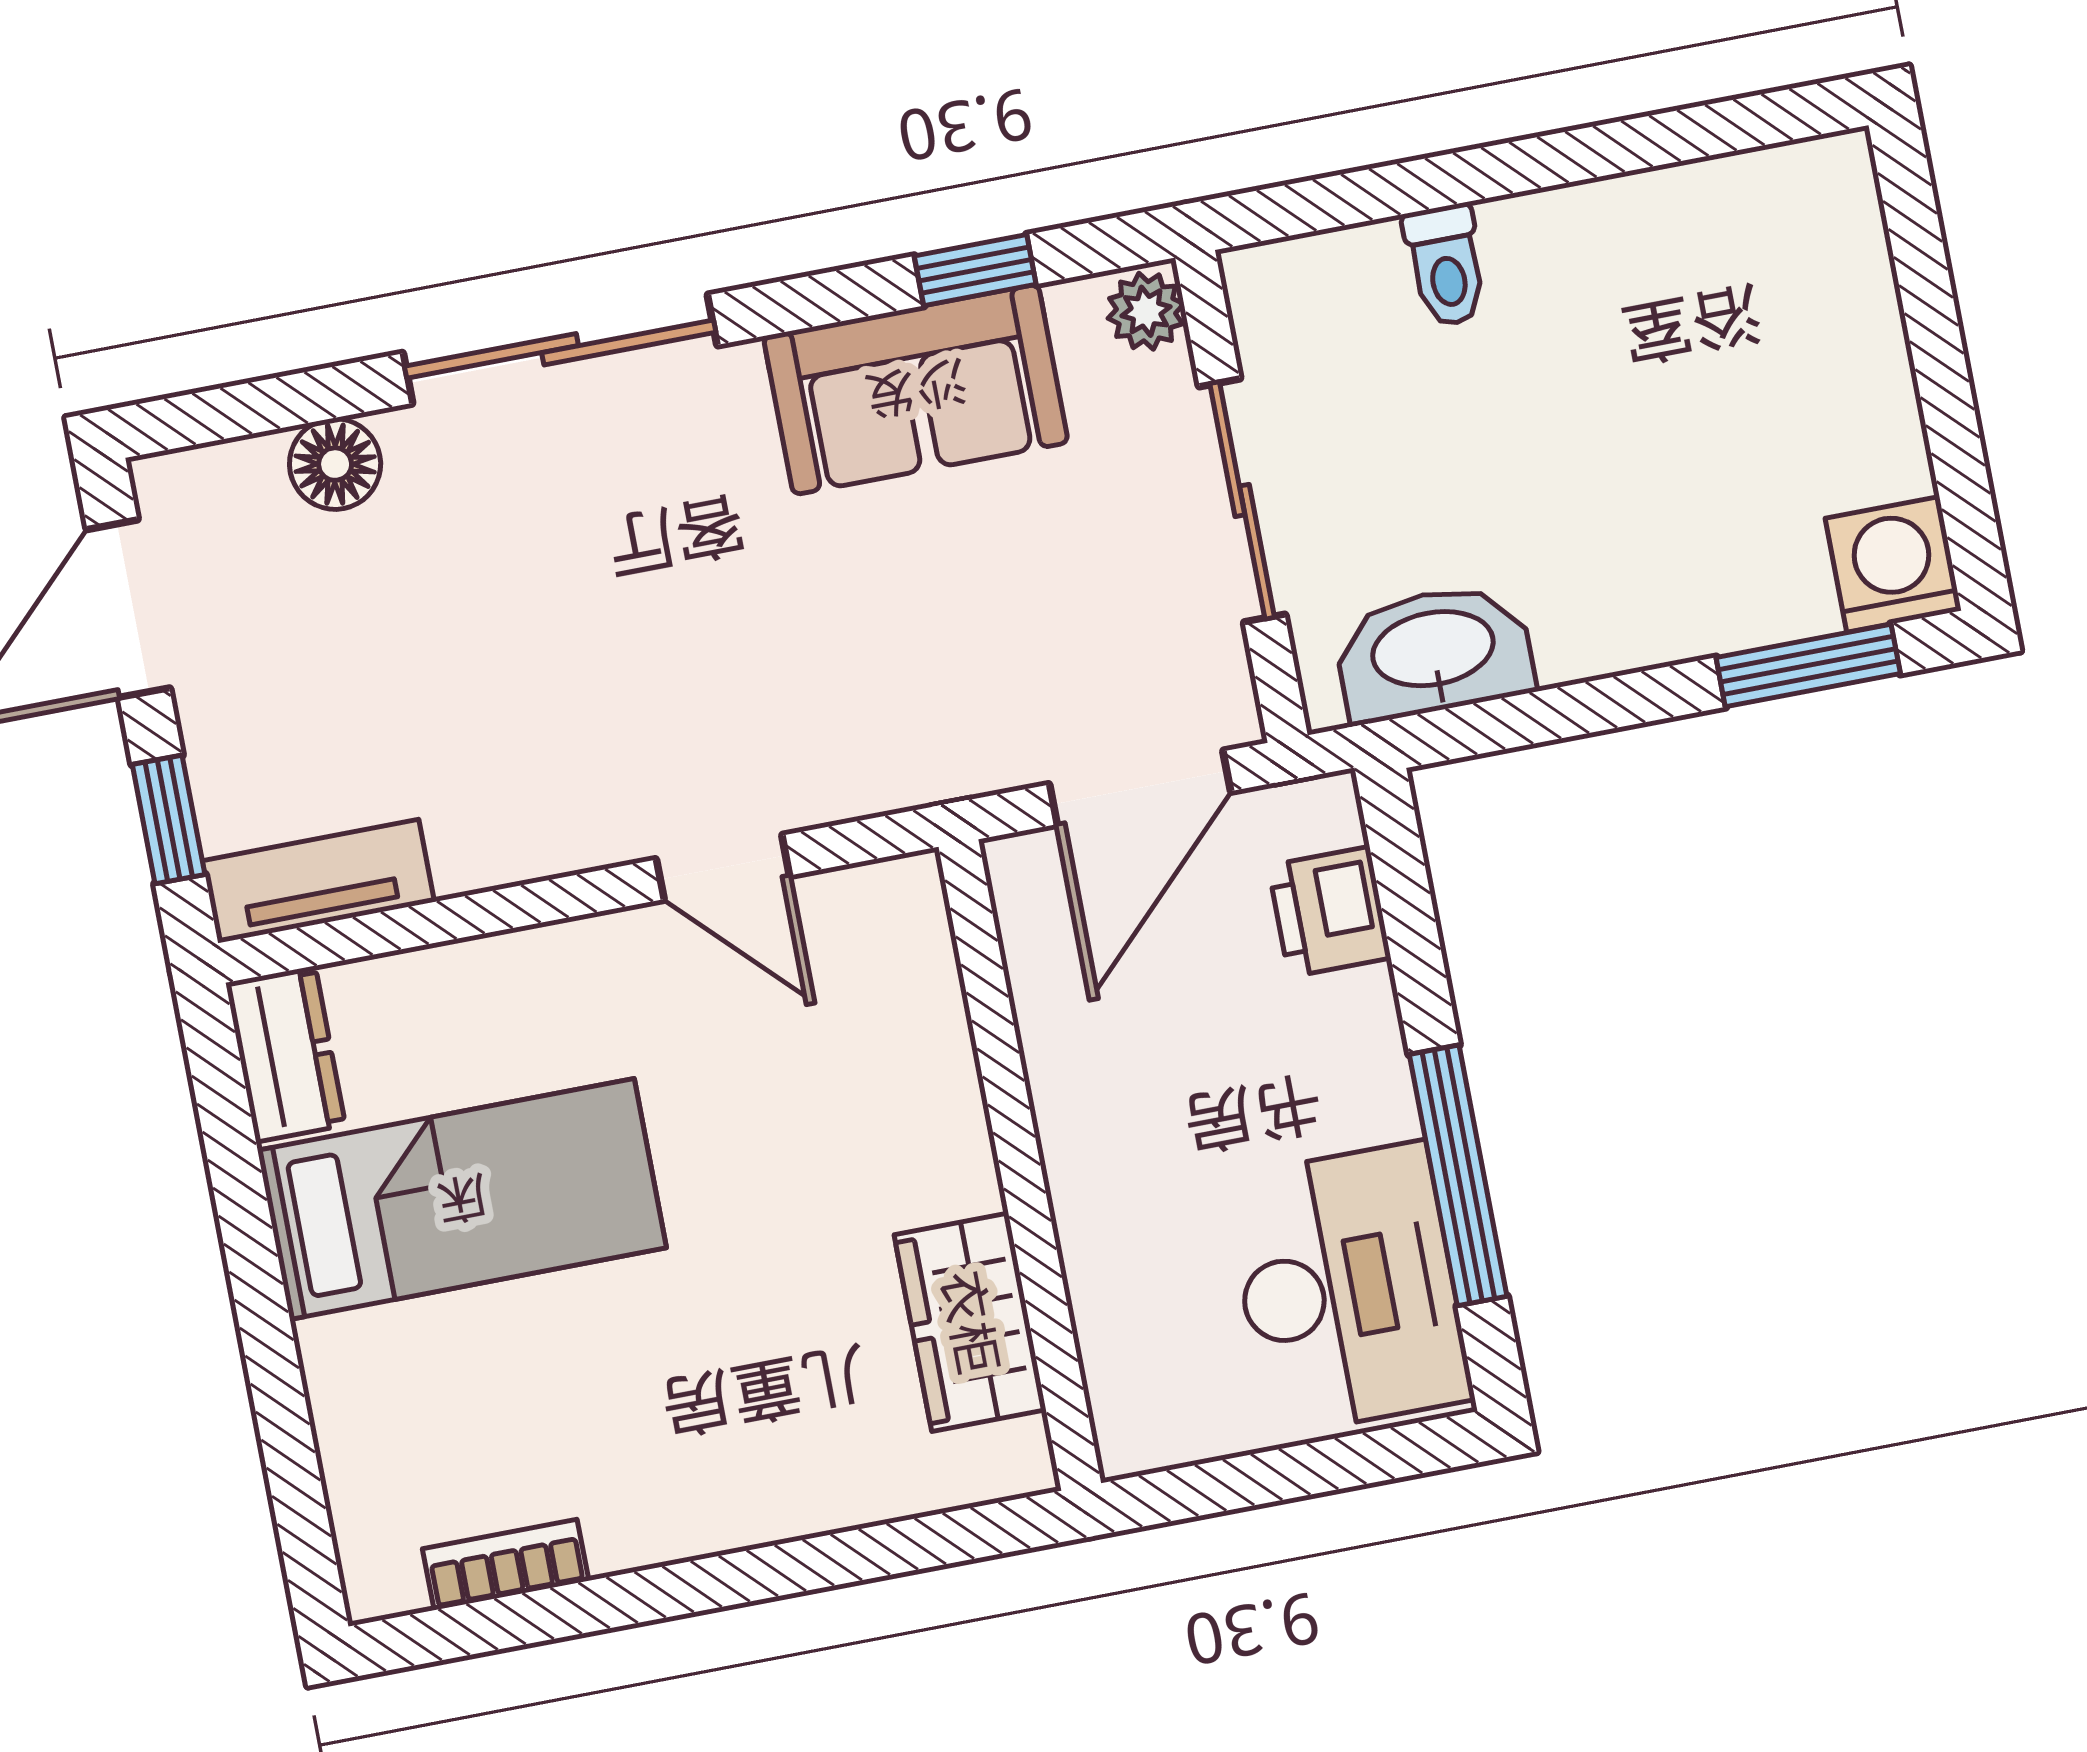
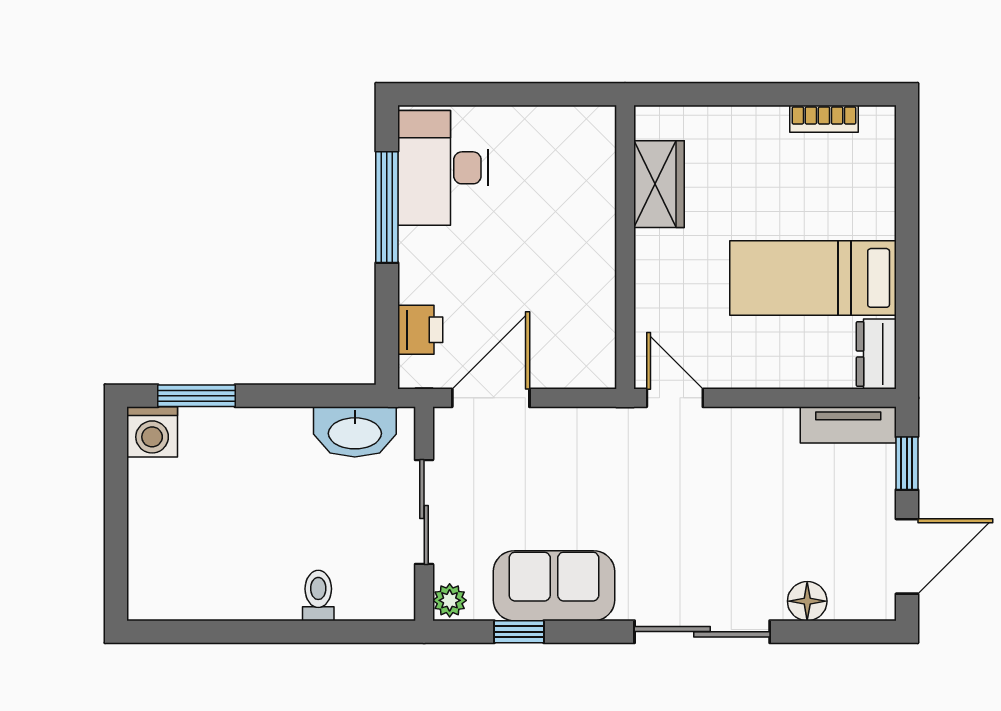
wall: (1020, 1165) -> (625, 247), moved
wardrobe: (970, 1322) -> (659, 184), moved

